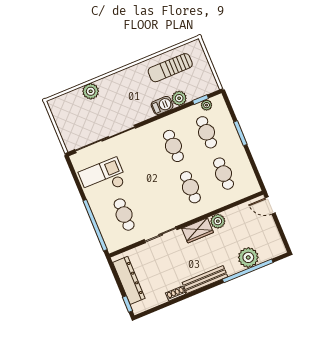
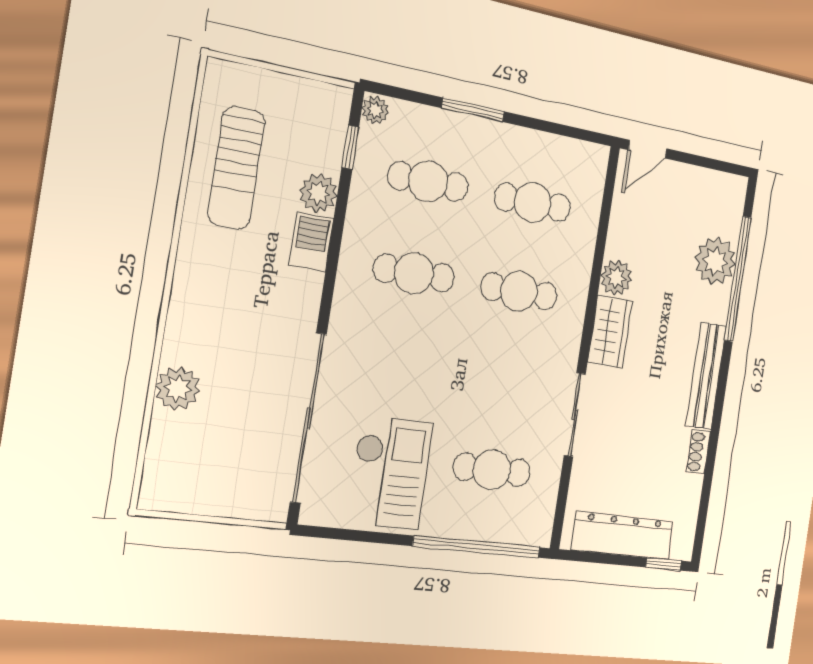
plant: (207, 105) -> (375, 110), moved
checkout: (103, 178) -> (390, 473), turned 180

